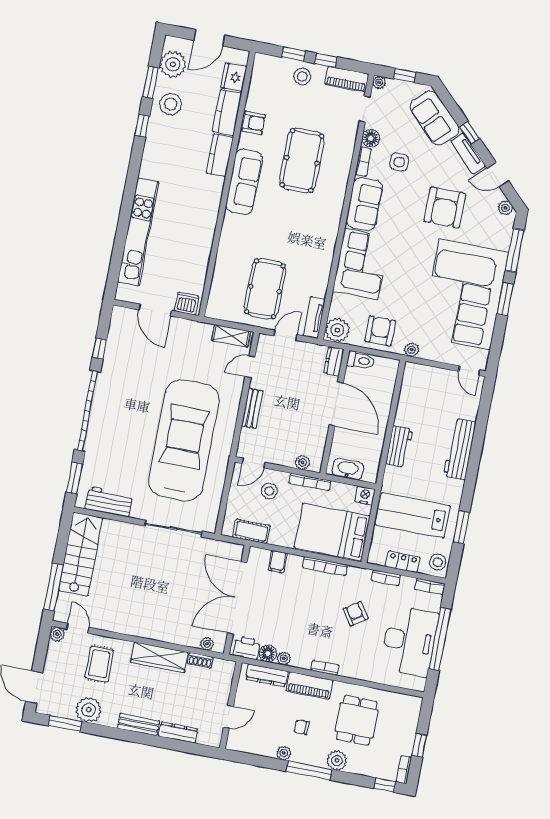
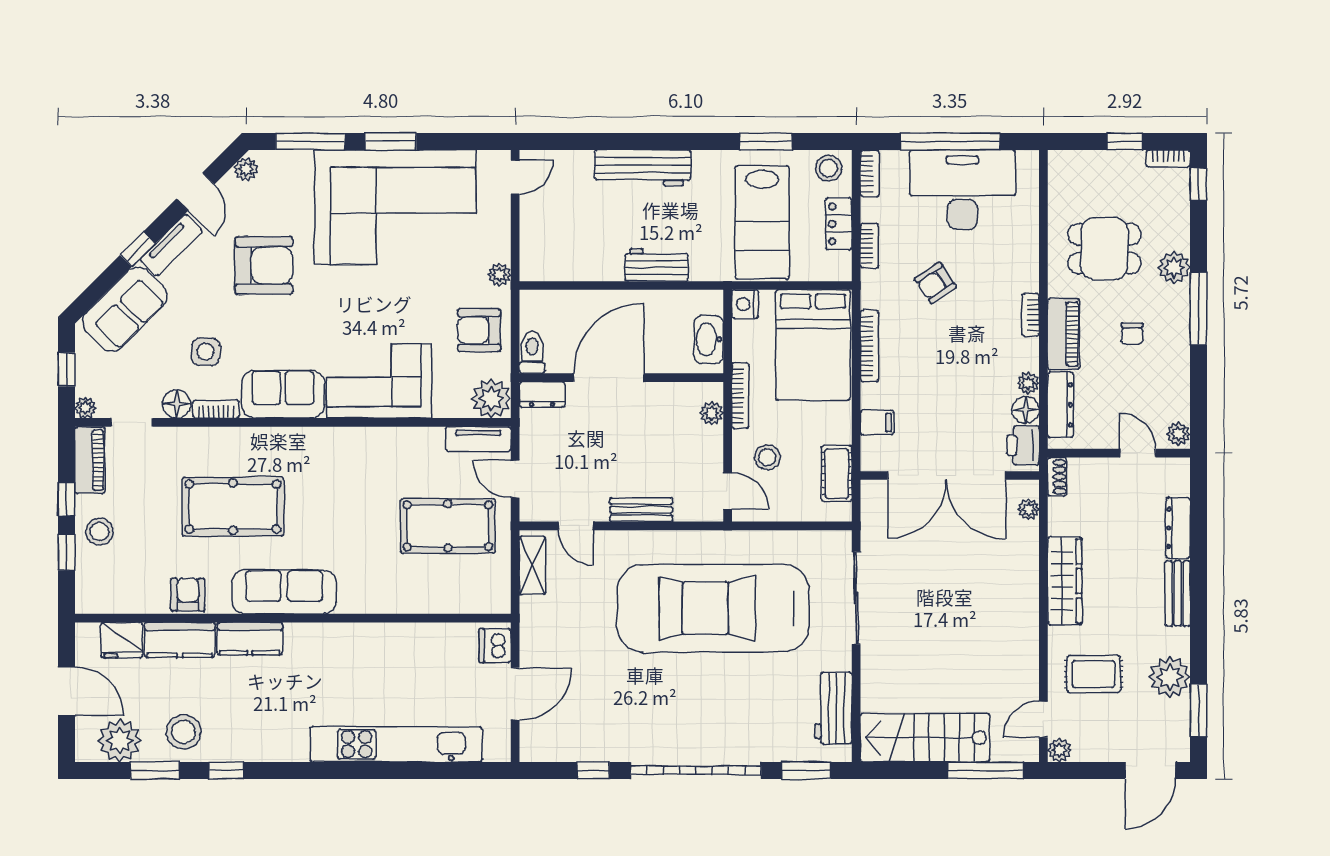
shoe rack: (200, 660) -> (1057, 477), moved
plant: (284, 753) -> (1179, 434), moved

